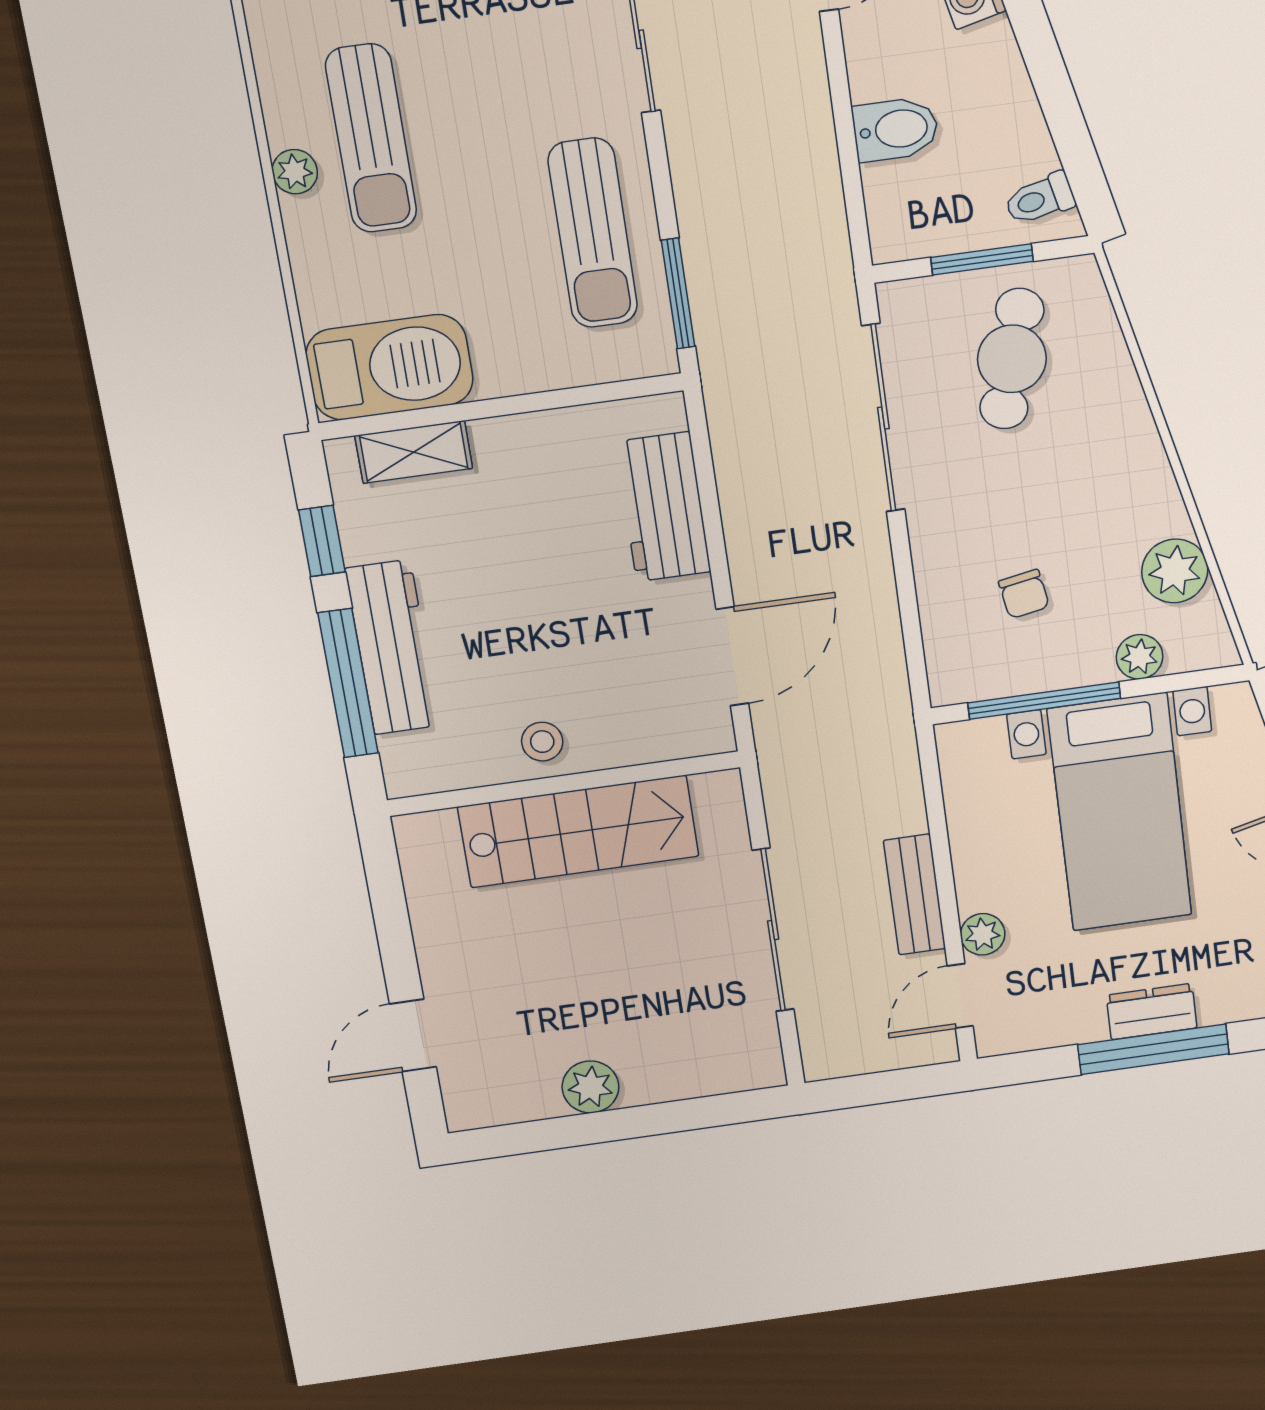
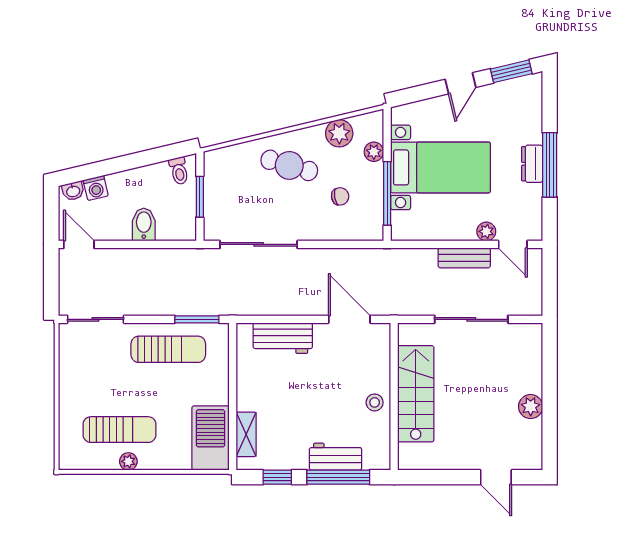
cafe table: (1012, 359) -> (289, 165), moved
workbench: (392, 647) -> (336, 457), width x0.73

